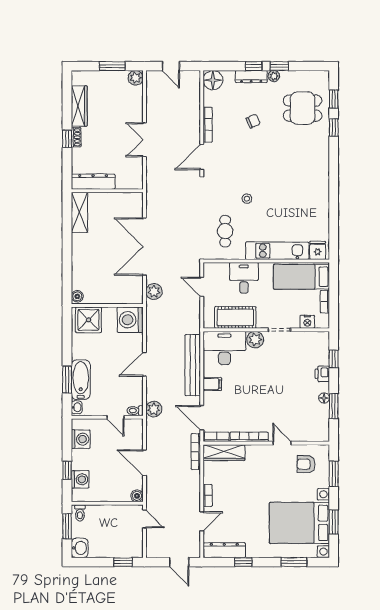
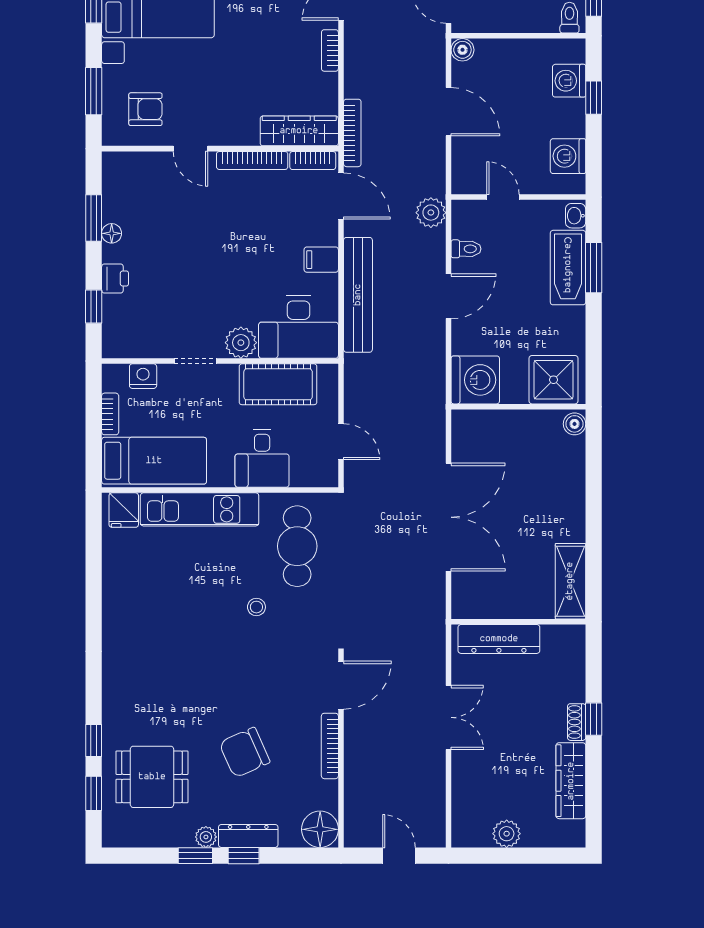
window: (112, 66) -> (509, 856), removed
plant: (136, 78) -> (507, 834), moved
chair: (253, 121) -> (245, 752), width x1.87, depth x1.87
dresser: (93, 182) -> (499, 639), moved
cafe table: (225, 231) -> (297, 546), width x1.37, depth x1.35
plant: (154, 291) -> (431, 433), removed
toilet: (135, 411) -> (466, 249), moved

